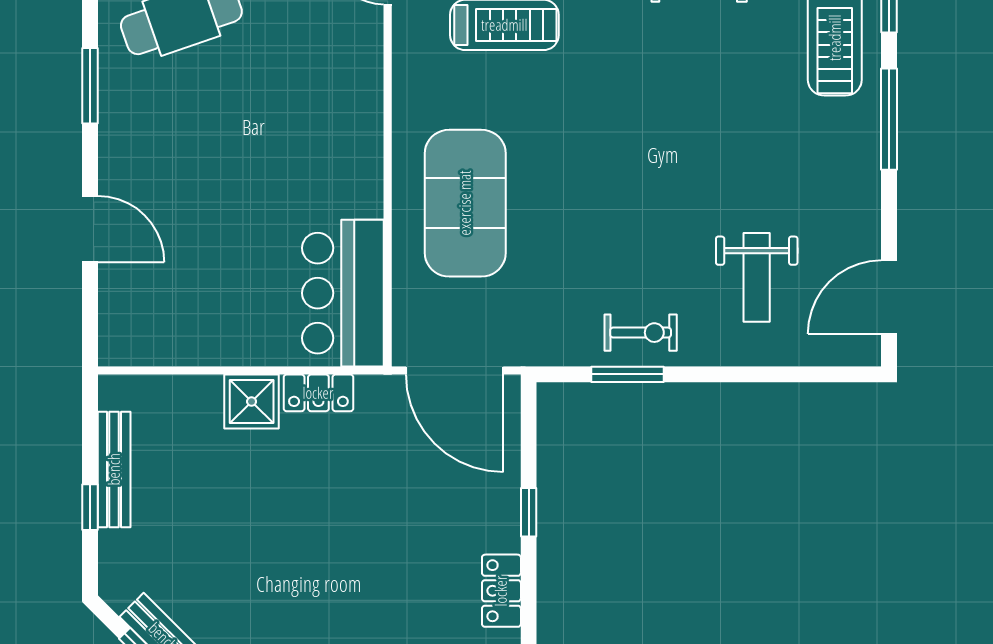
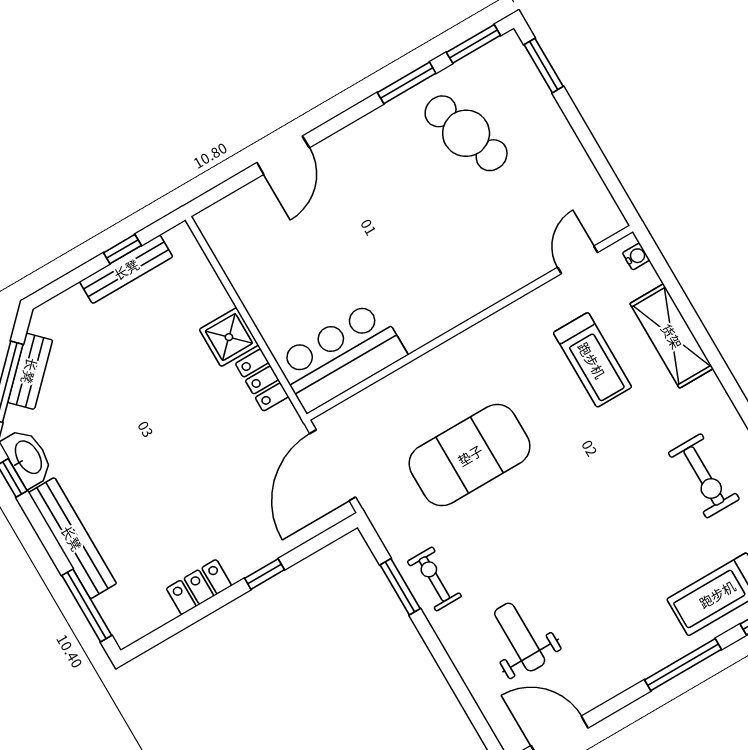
window: (90, 86) -> (407, 83), moved
exercise mat: (465, 203) -> (470, 455), moved
weight bench: (757, 277) -> (520, 637), turned 90
exercise bike: (641, 333) -> (434, 579), turned 180
window: (90, 507) -> (122, 249), moved

